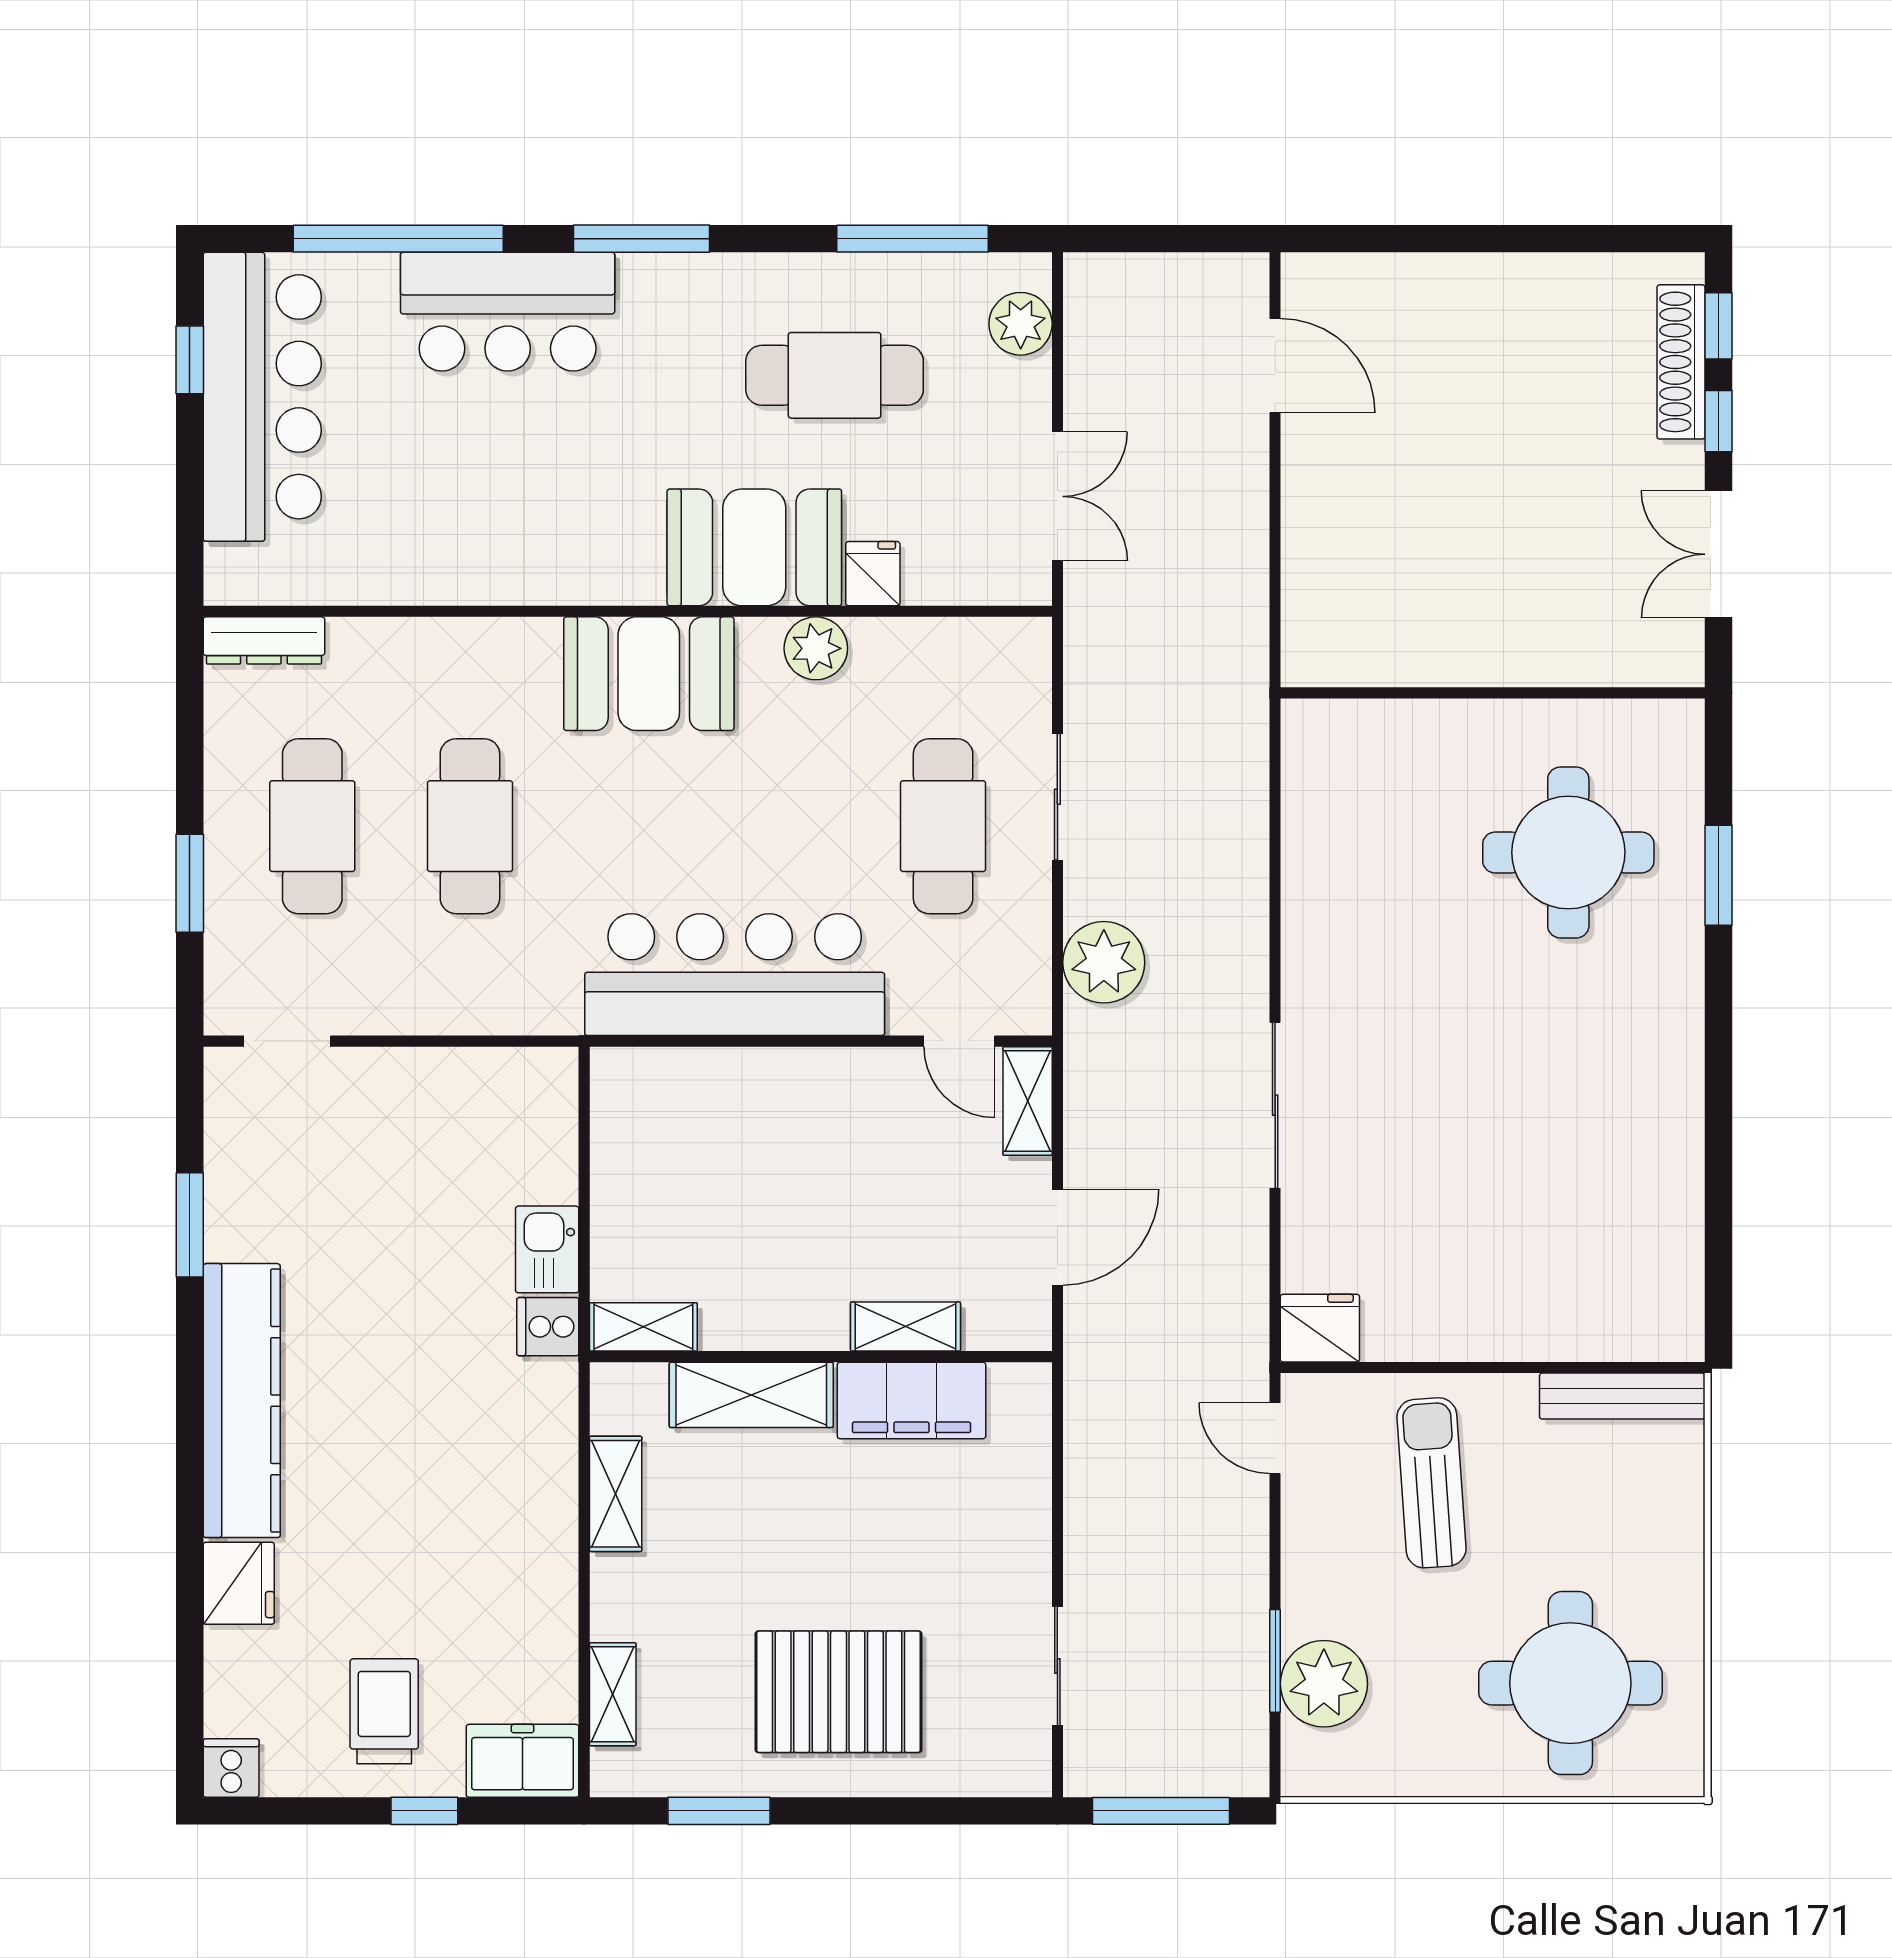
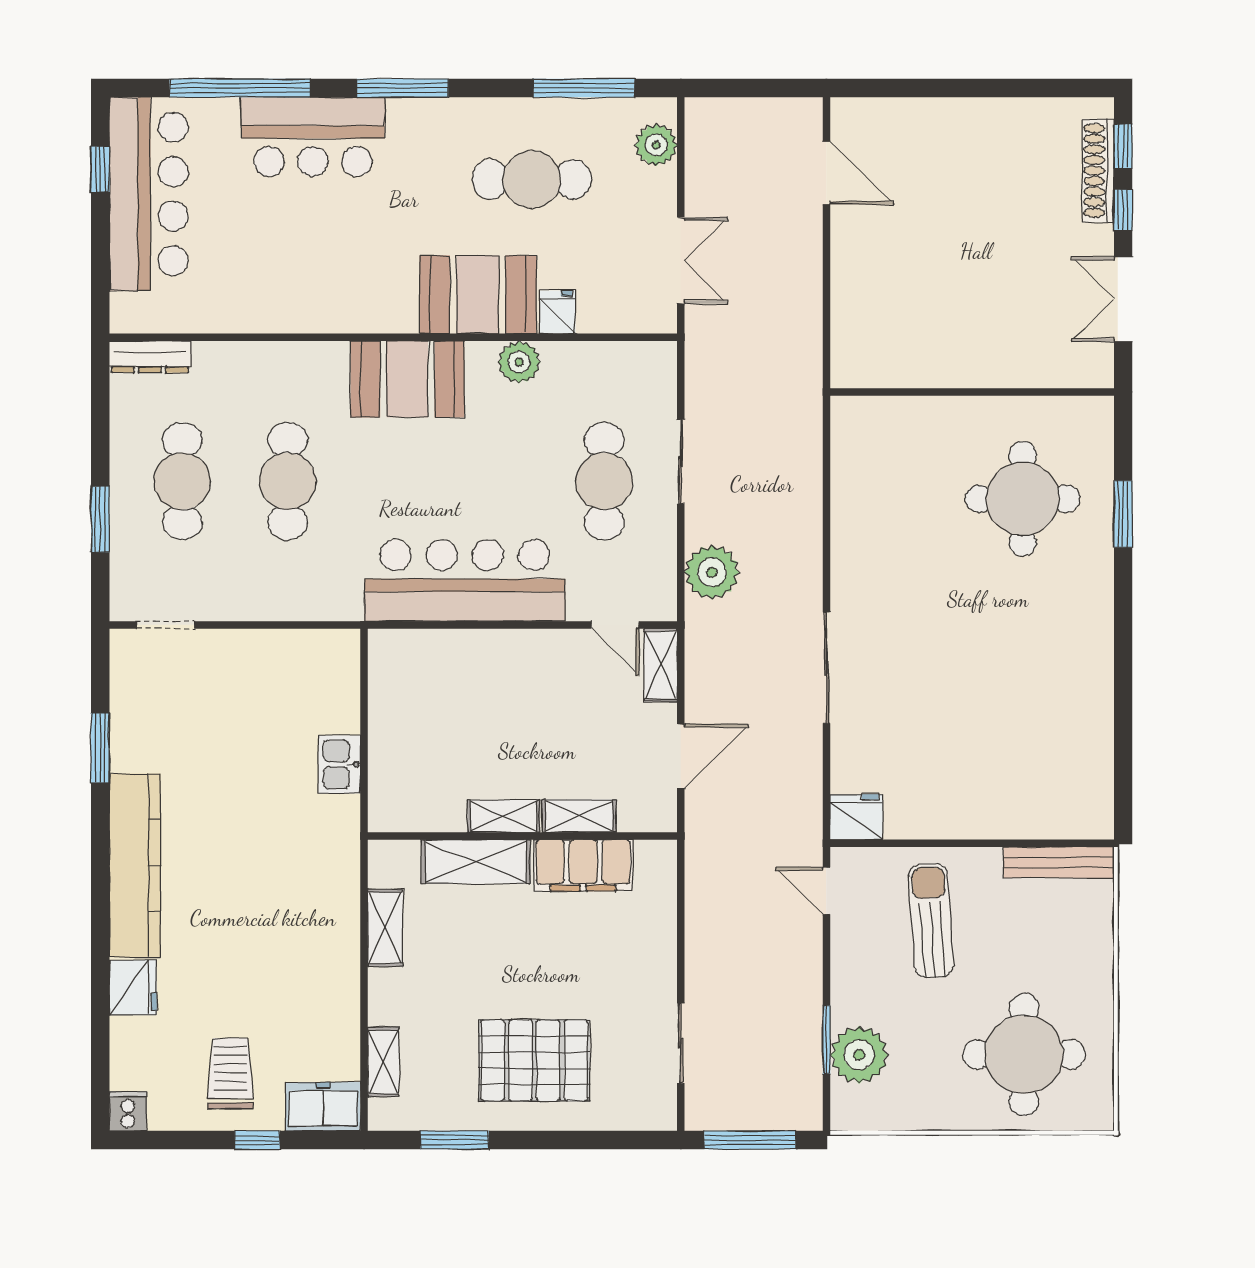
cooker: (548, 1327) -> (340, 816), removed
shelving: (643, 1327) -> (504, 816), moved

